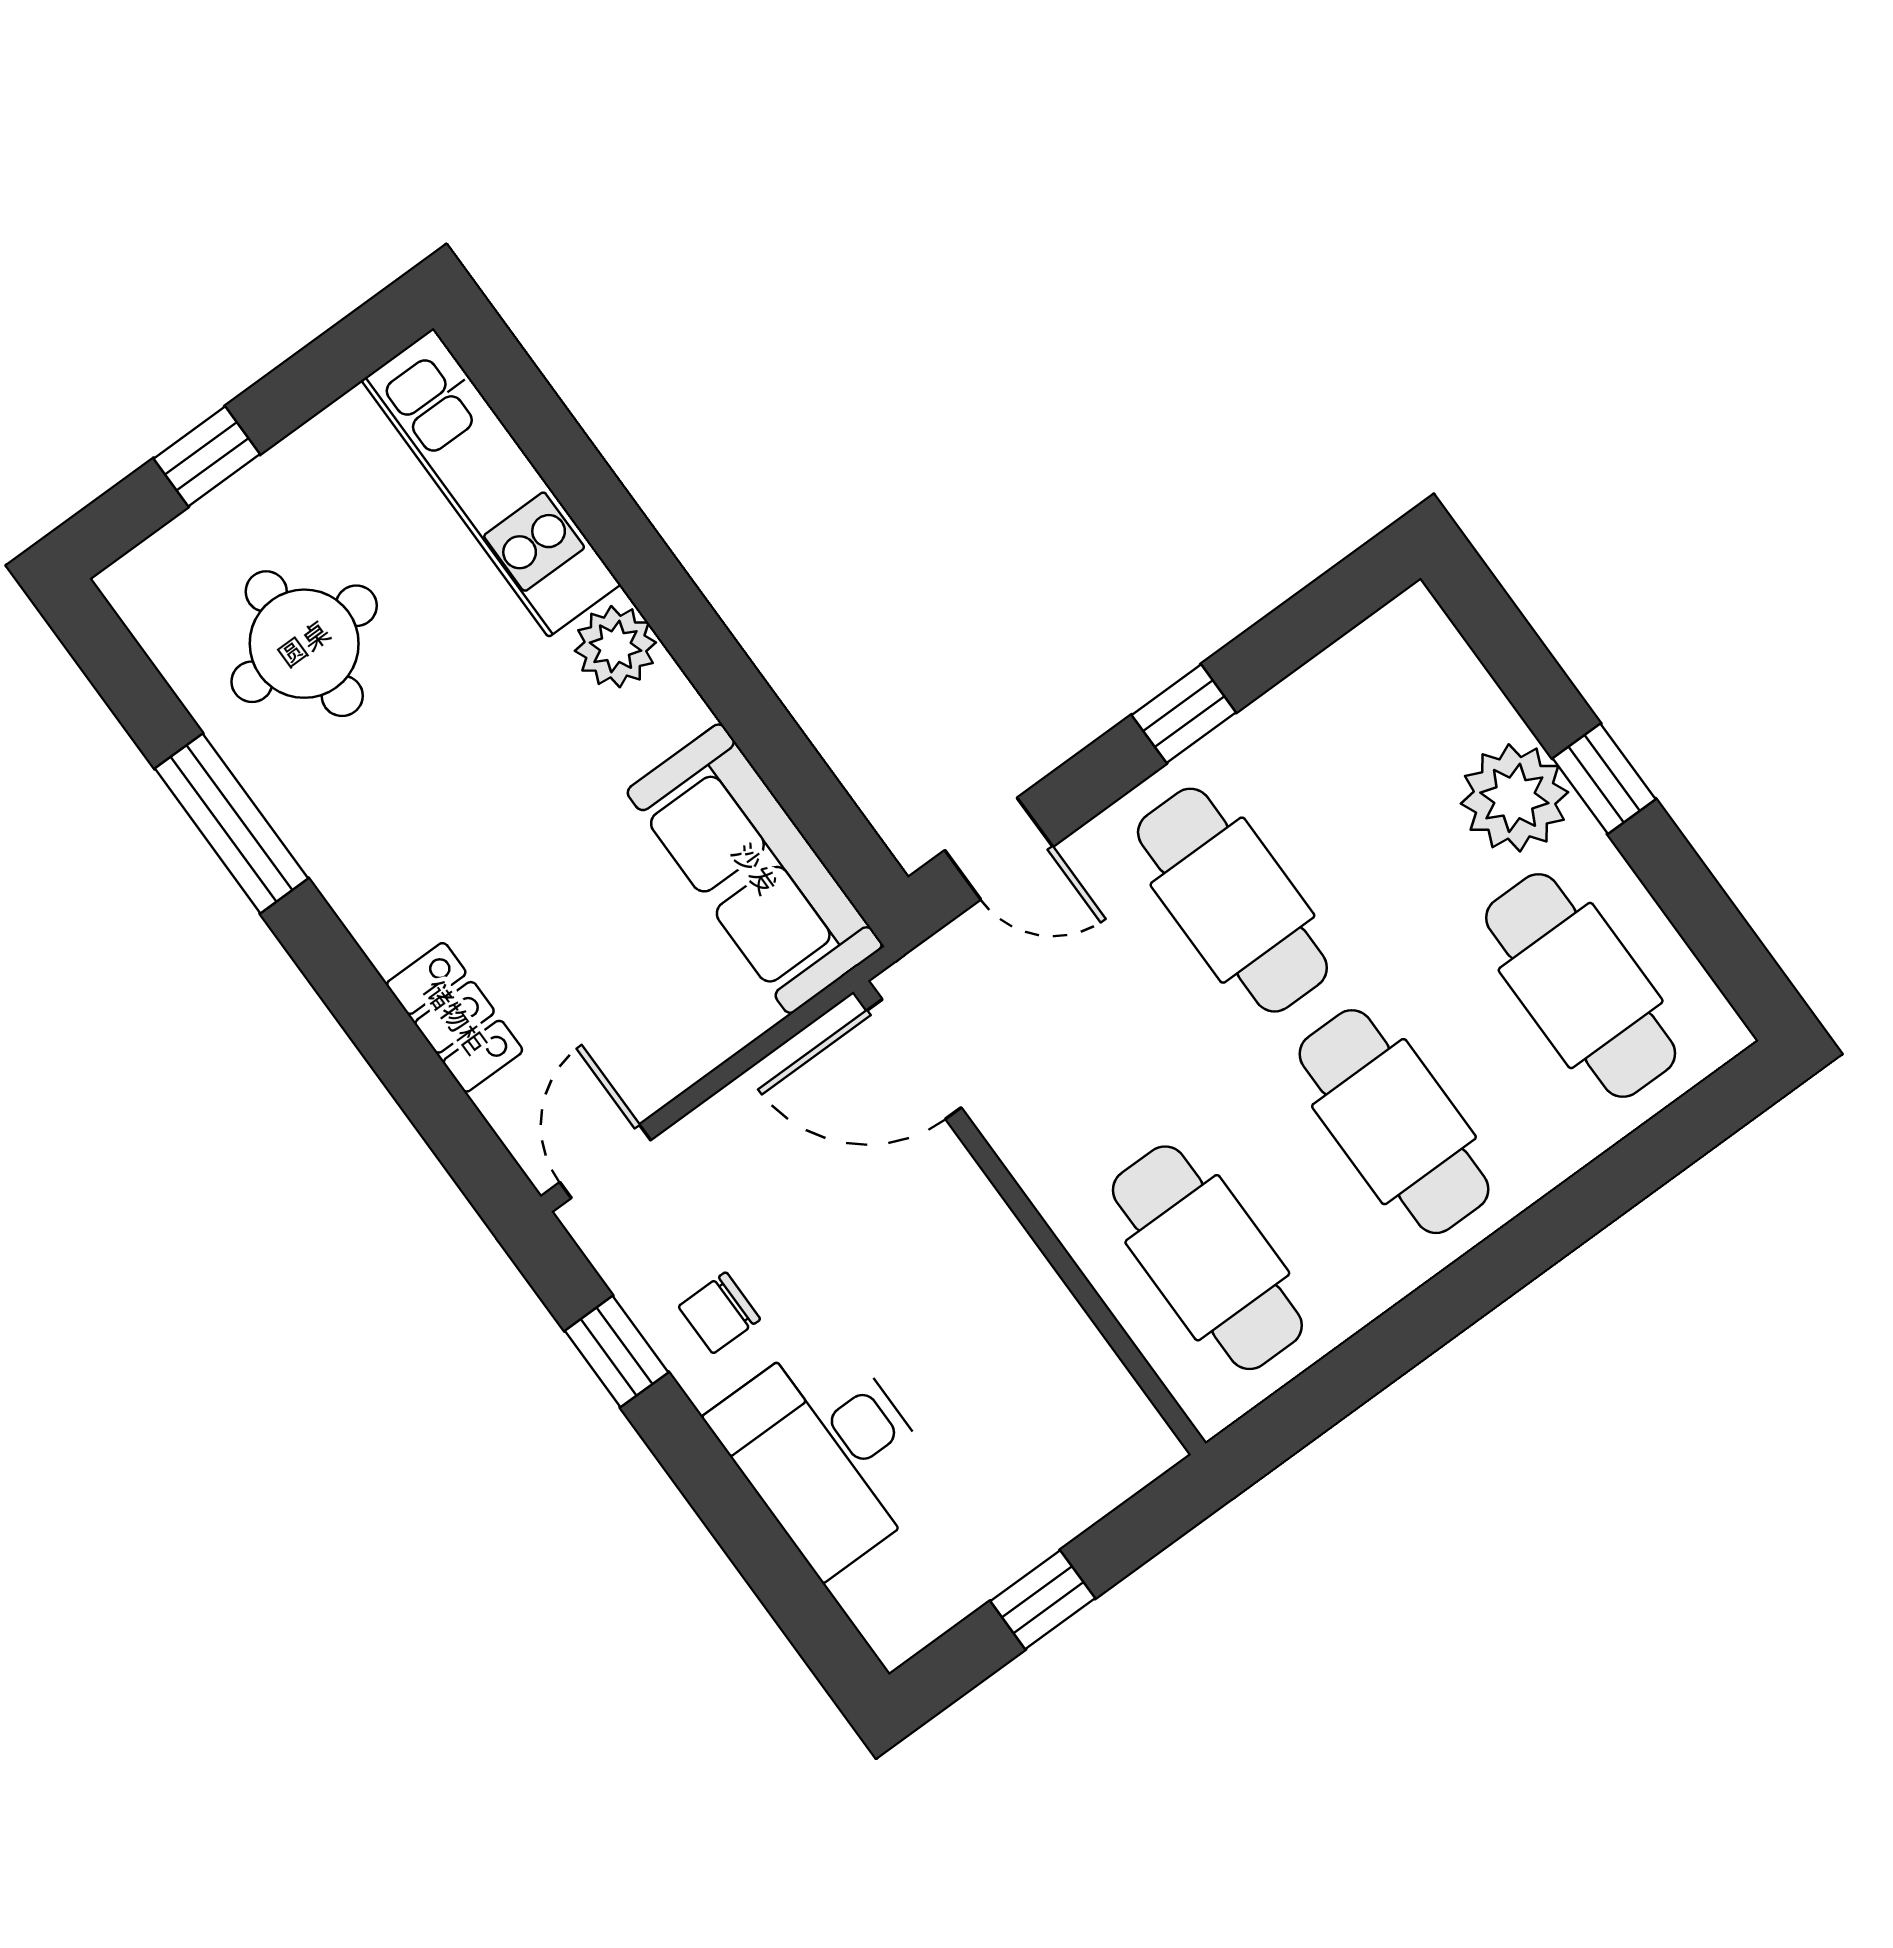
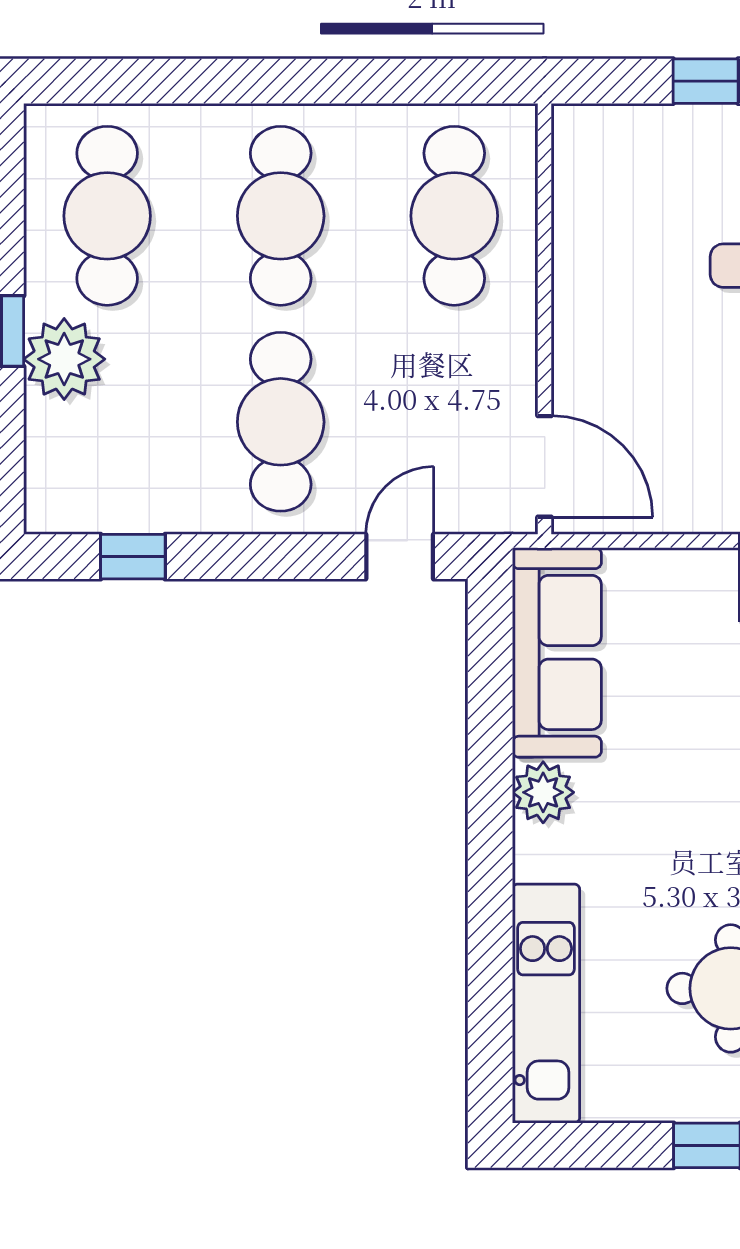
plant: (615, 647) -> (543, 792), moved
window: (1184, 714) -> (133, 557), moved
door: (999, 849) -> (400, 557), hinge flipped

